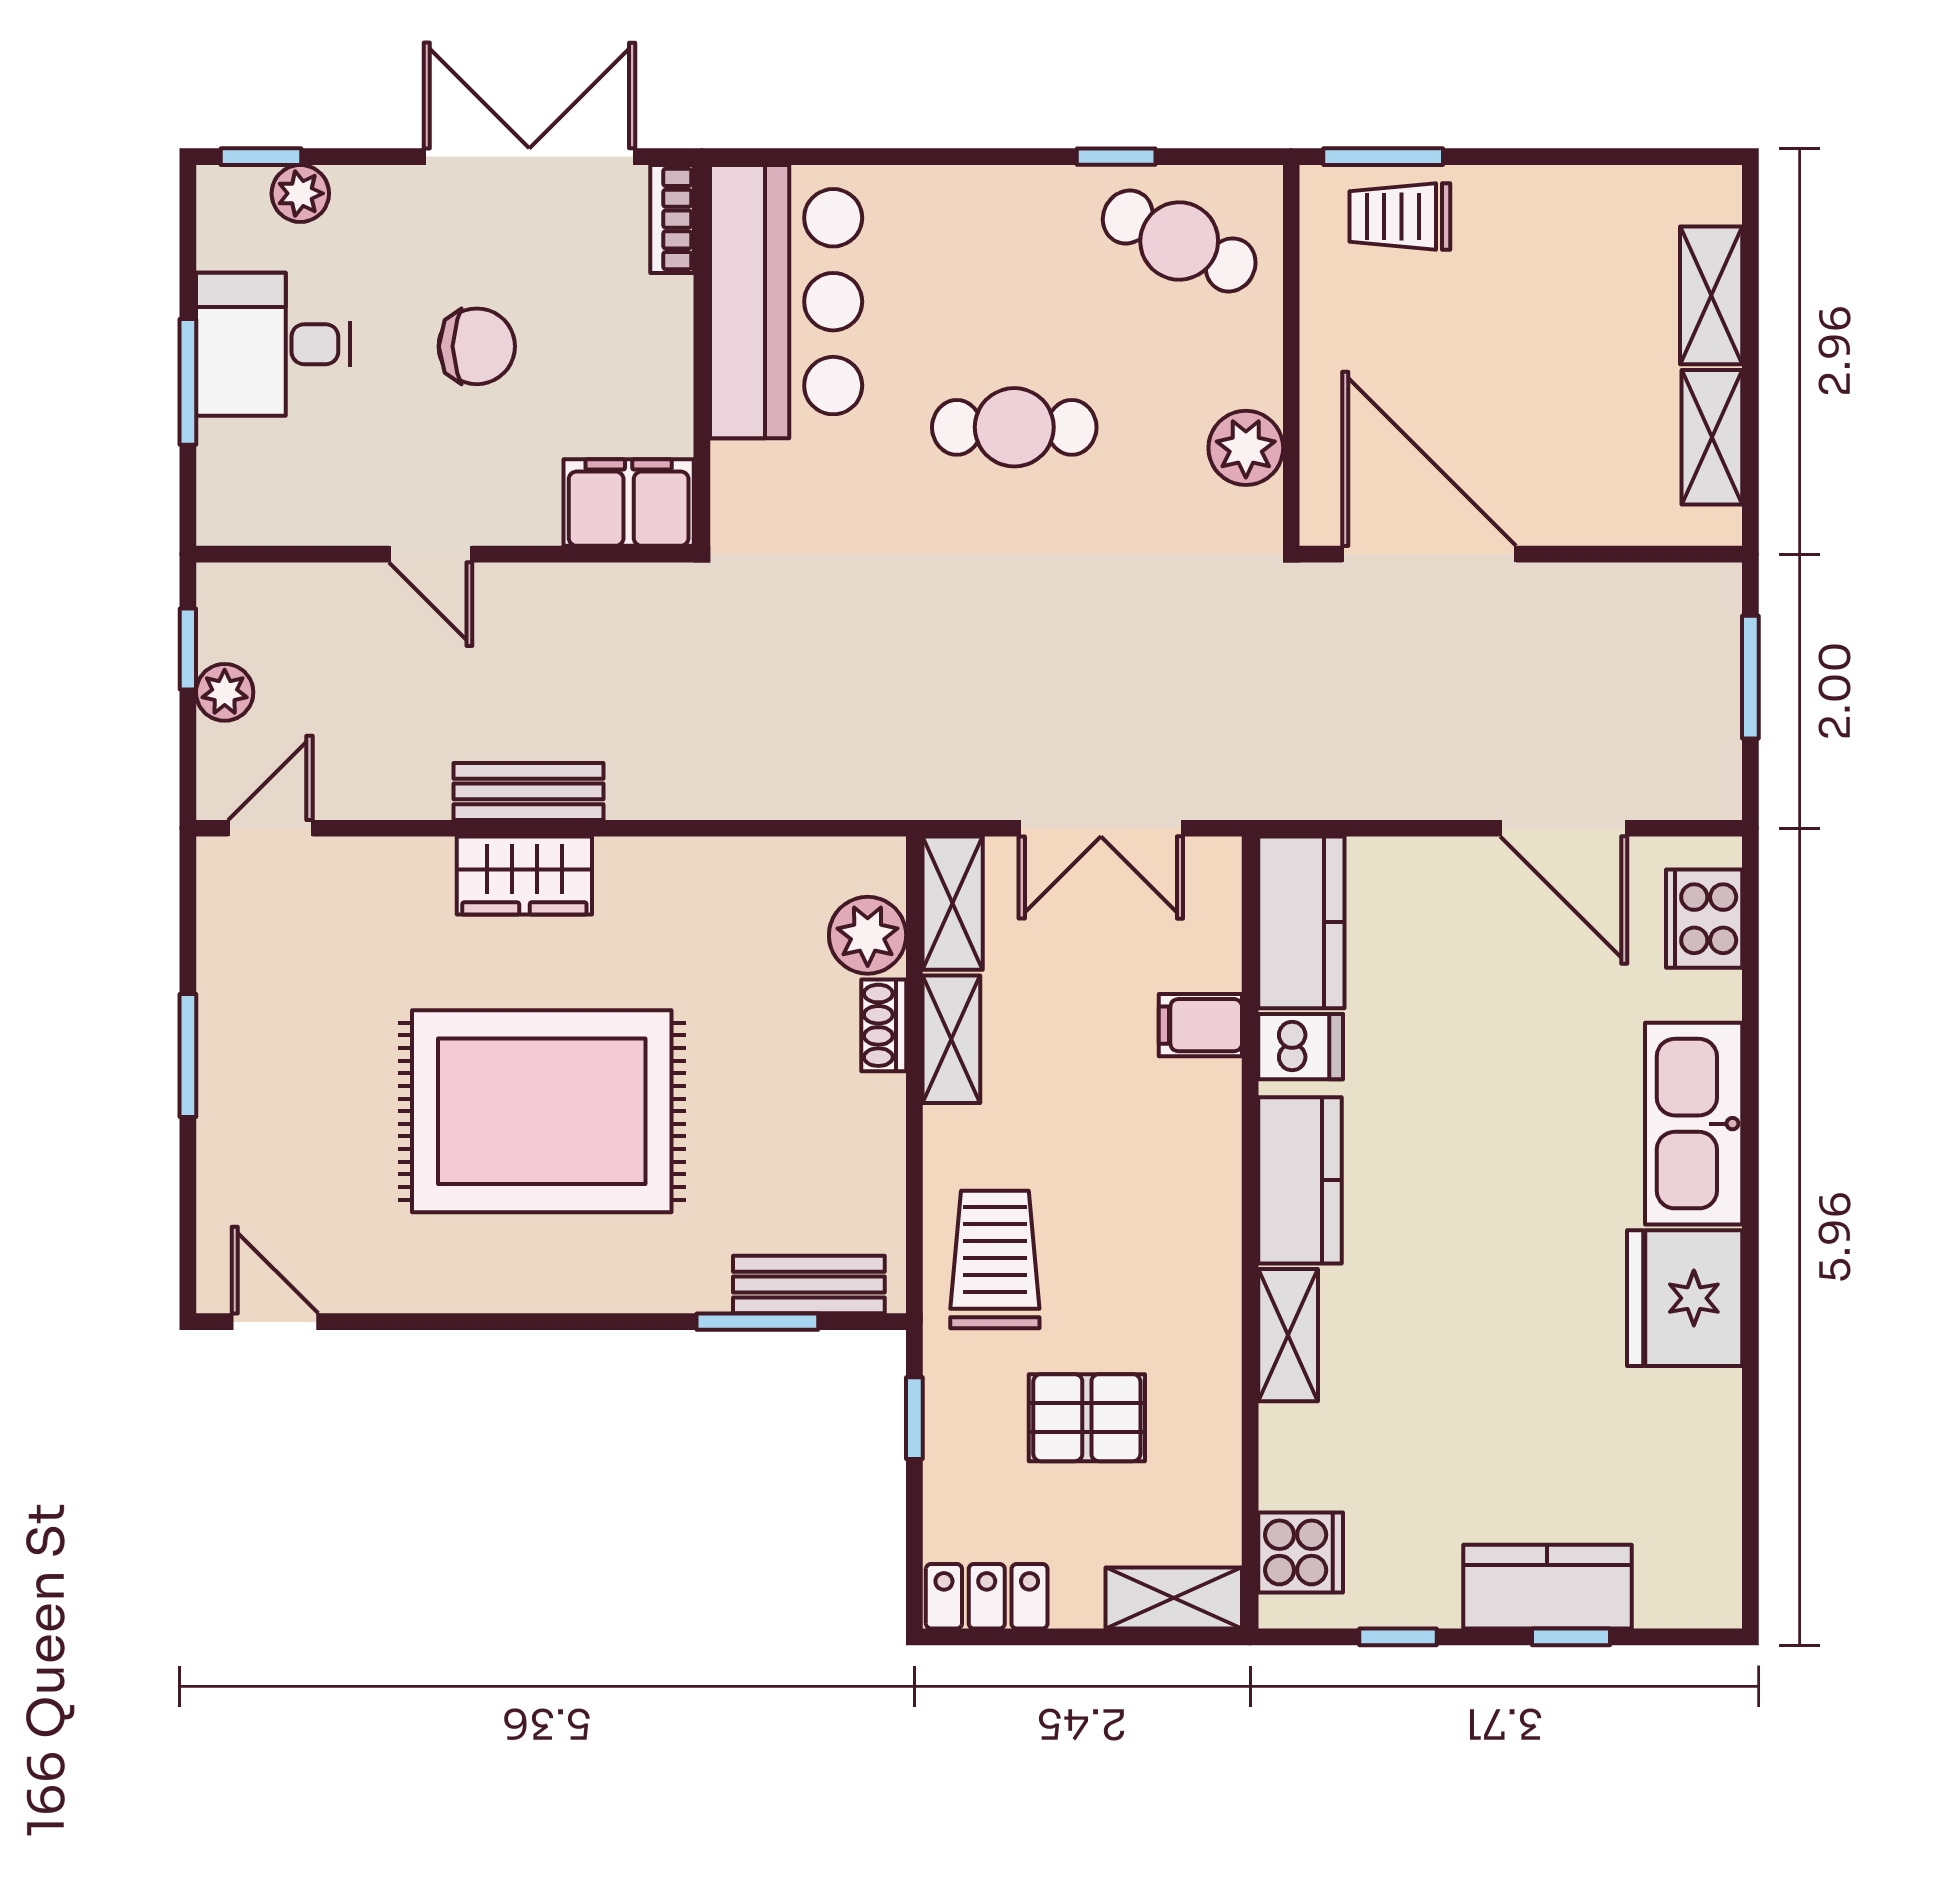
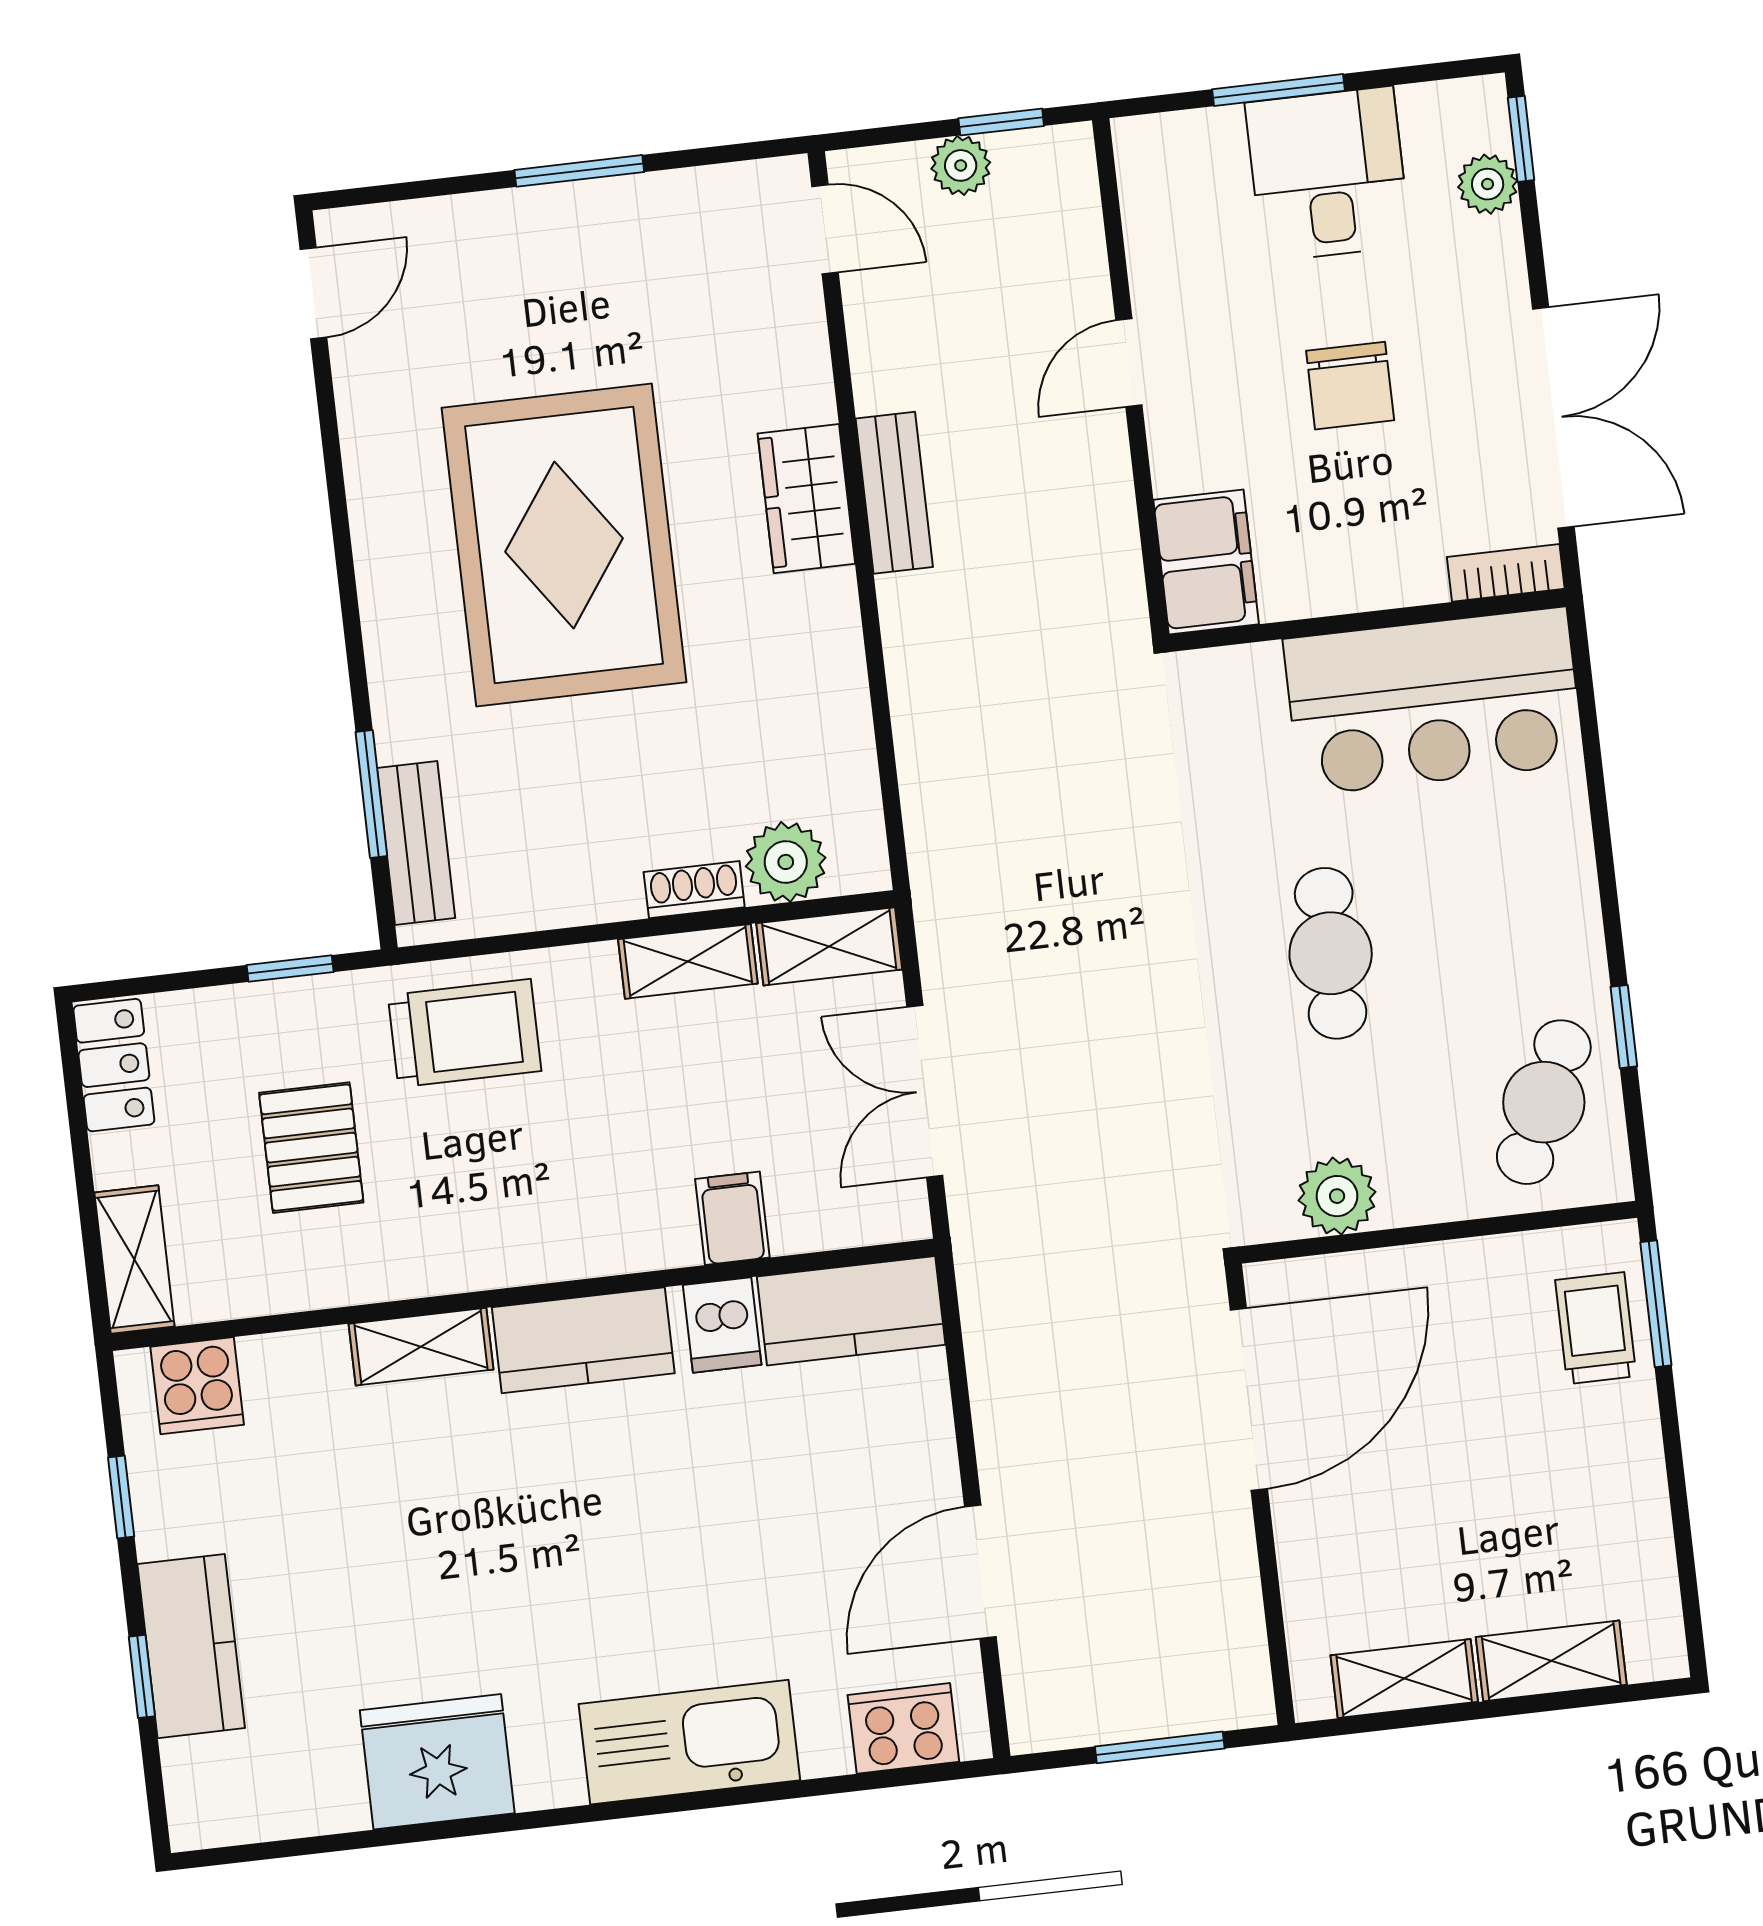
fridge: (1685, 1298) -> (437, 1762), moved

